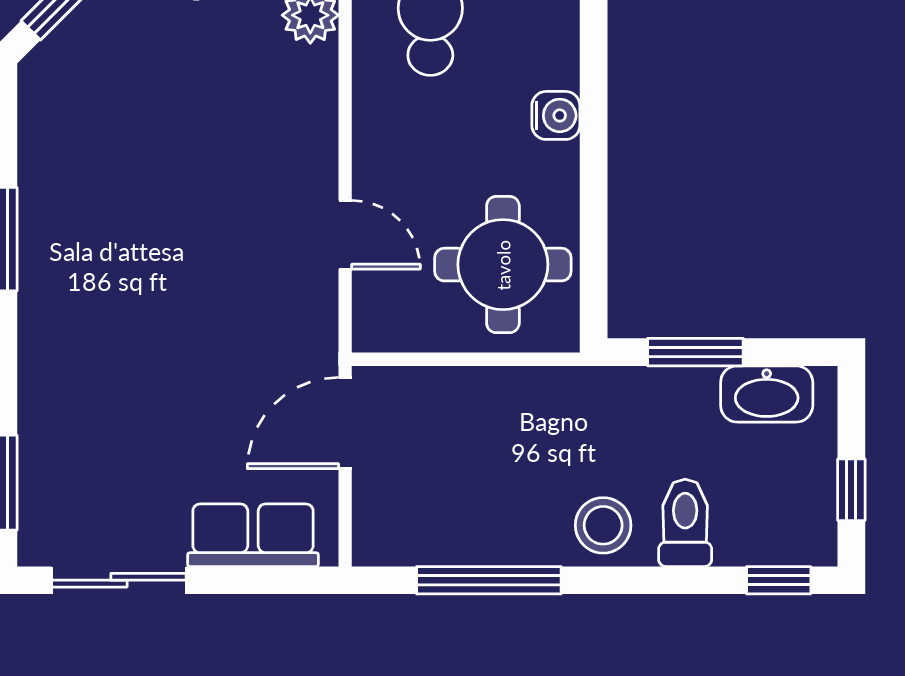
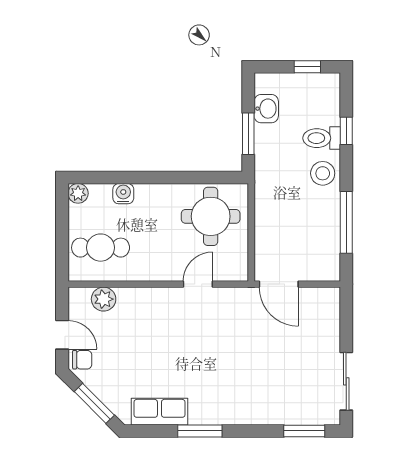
water cooler: (556, 115) -> (123, 194), moved
washbasin: (767, 394) -> (266, 109), width x0.72
row of seats: (253, 535) -> (159, 412), moved, turned 90
window: (779, 580) -> (346, 131), moved

